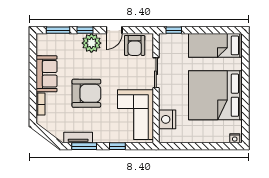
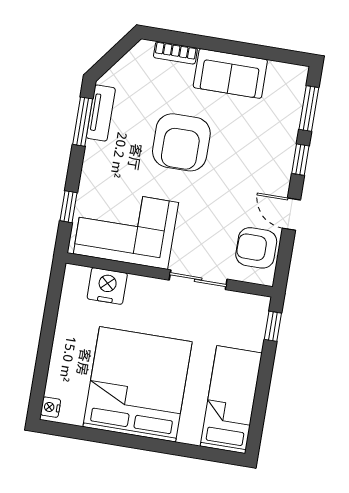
plant: (91, 43) -> (274, 168), removed
window: (117, 146) -> (68, 207), moved

